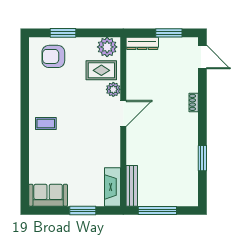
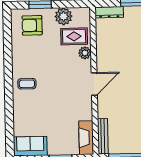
plant: (107, 47) -> (63, 16), moved
door: (123, 113) -> (94, 84), moved

